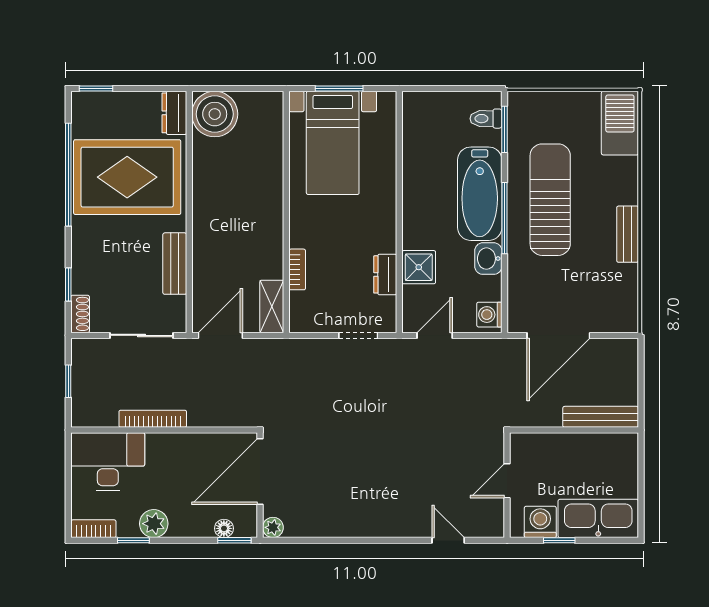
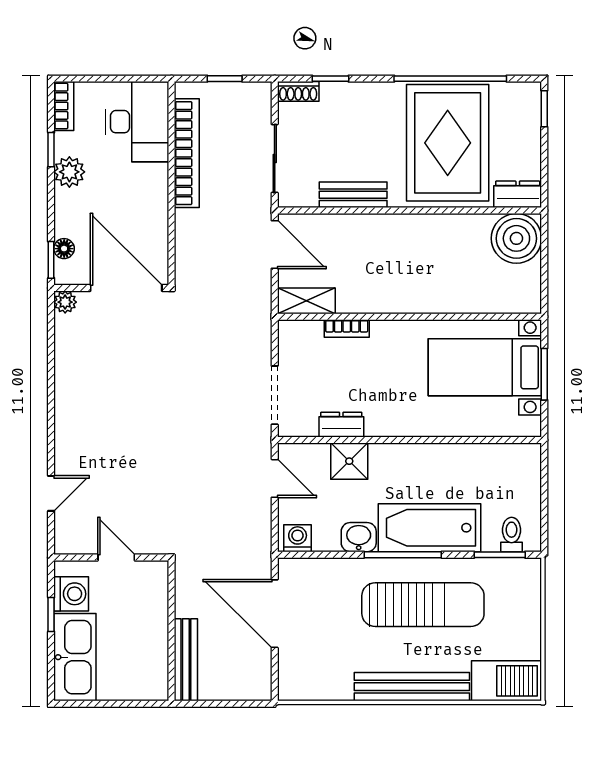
bench: (628, 234) -> (412, 687), width x1.86, depth x1.21
doorway: (358, 335) -> (275, 395), width x1.38
bookcase: (153, 419) -> (187, 153), width x1.48, depth x1.31

